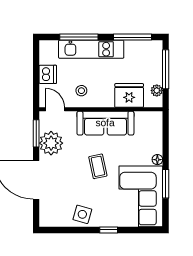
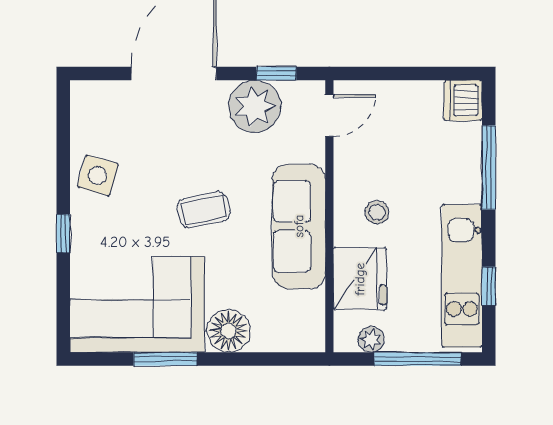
window: (132, 37) -> (489, 286), width x0.46
kitchen unit: (91, 49) -> (462, 276), moved
dishwasher: (48, 74) -> (463, 100), moved, turned 90
stool: (81, 91) -> (377, 212), moved
window: (36, 133) -> (276, 73), width x0.67
floor lamp: (157, 160) -> (229, 331), width x1.89, depth x1.89

